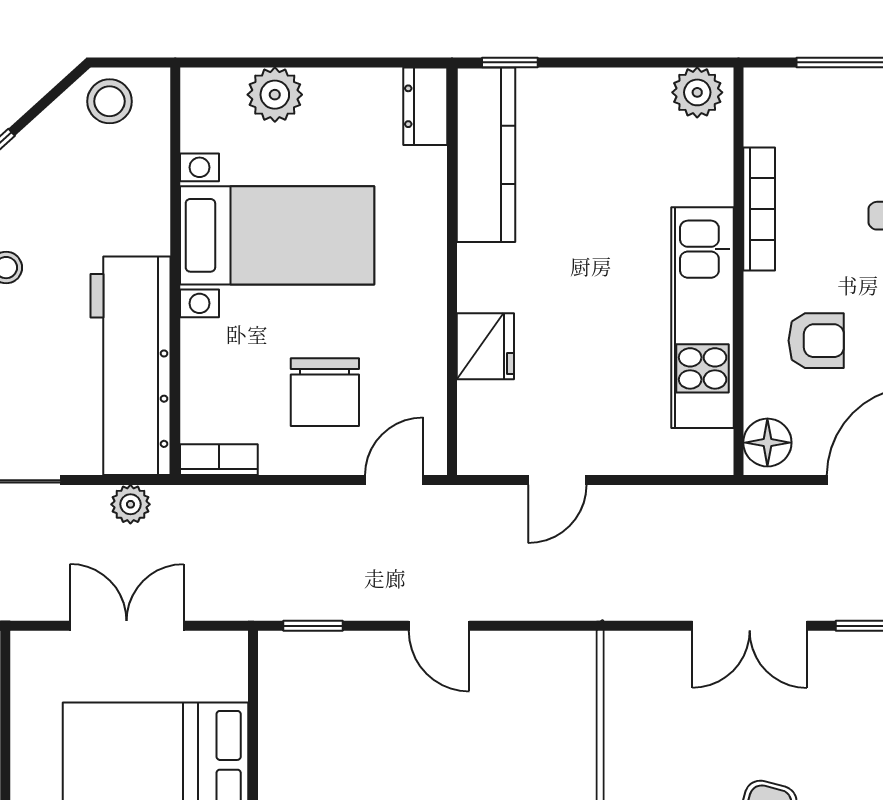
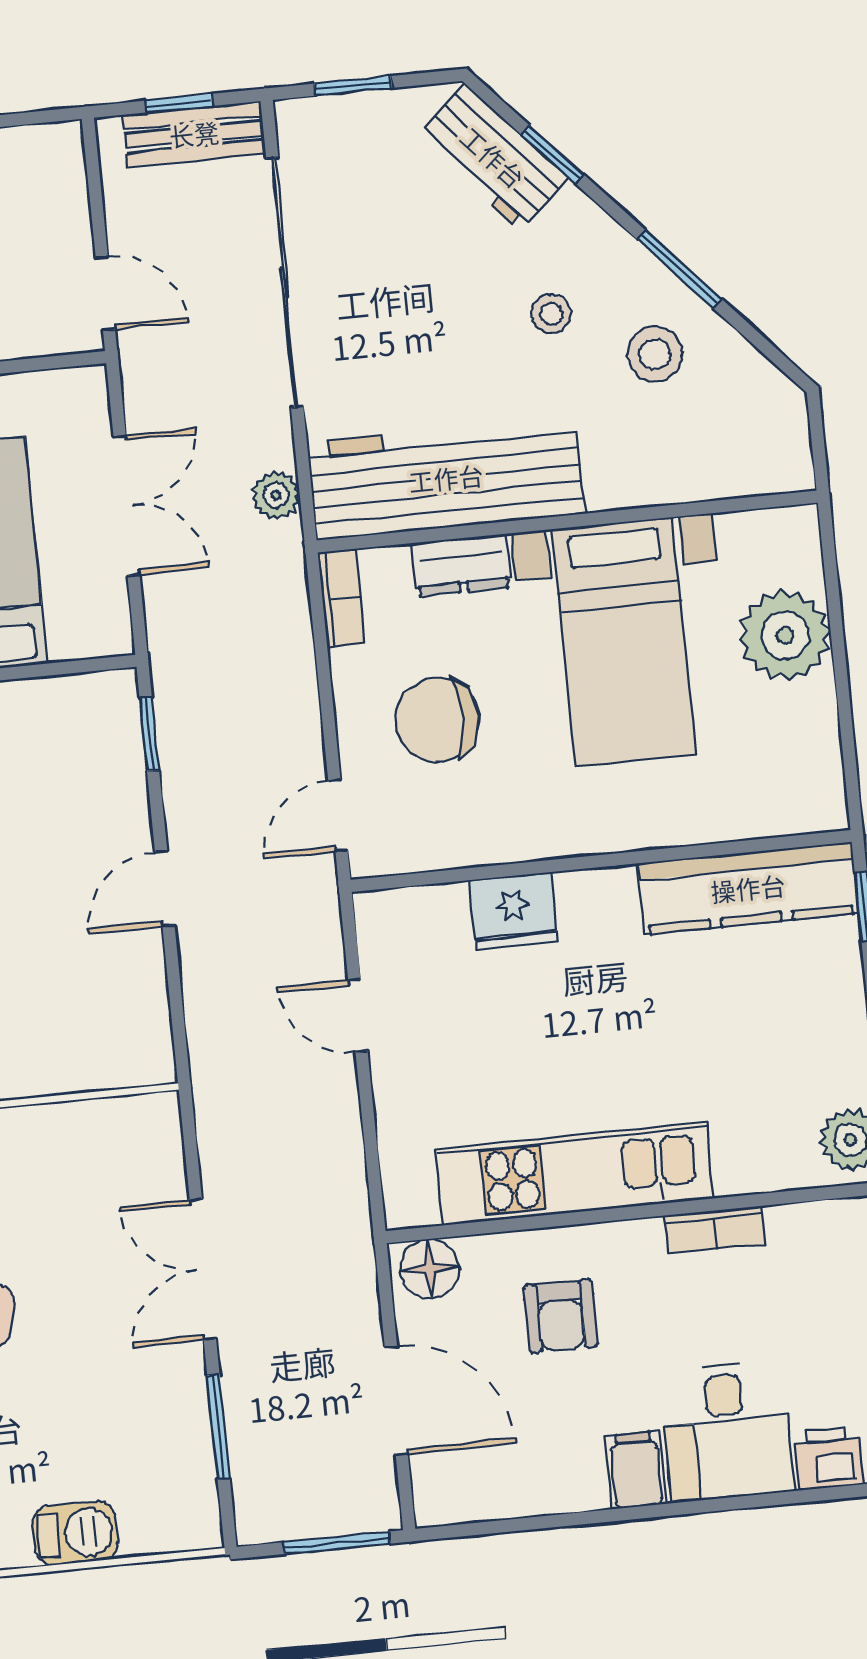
plant: (275, 95) -> (785, 635), width x1.36, depth x1.36
stool: (110, 101) -> (655, 354), moved
dresser: (425, 106) -> (462, 565), moved, turned 180
bookcase: (759, 209) -> (715, 1230), width x0.64
door: (394, 480) -> (338, 815), swing flipped

